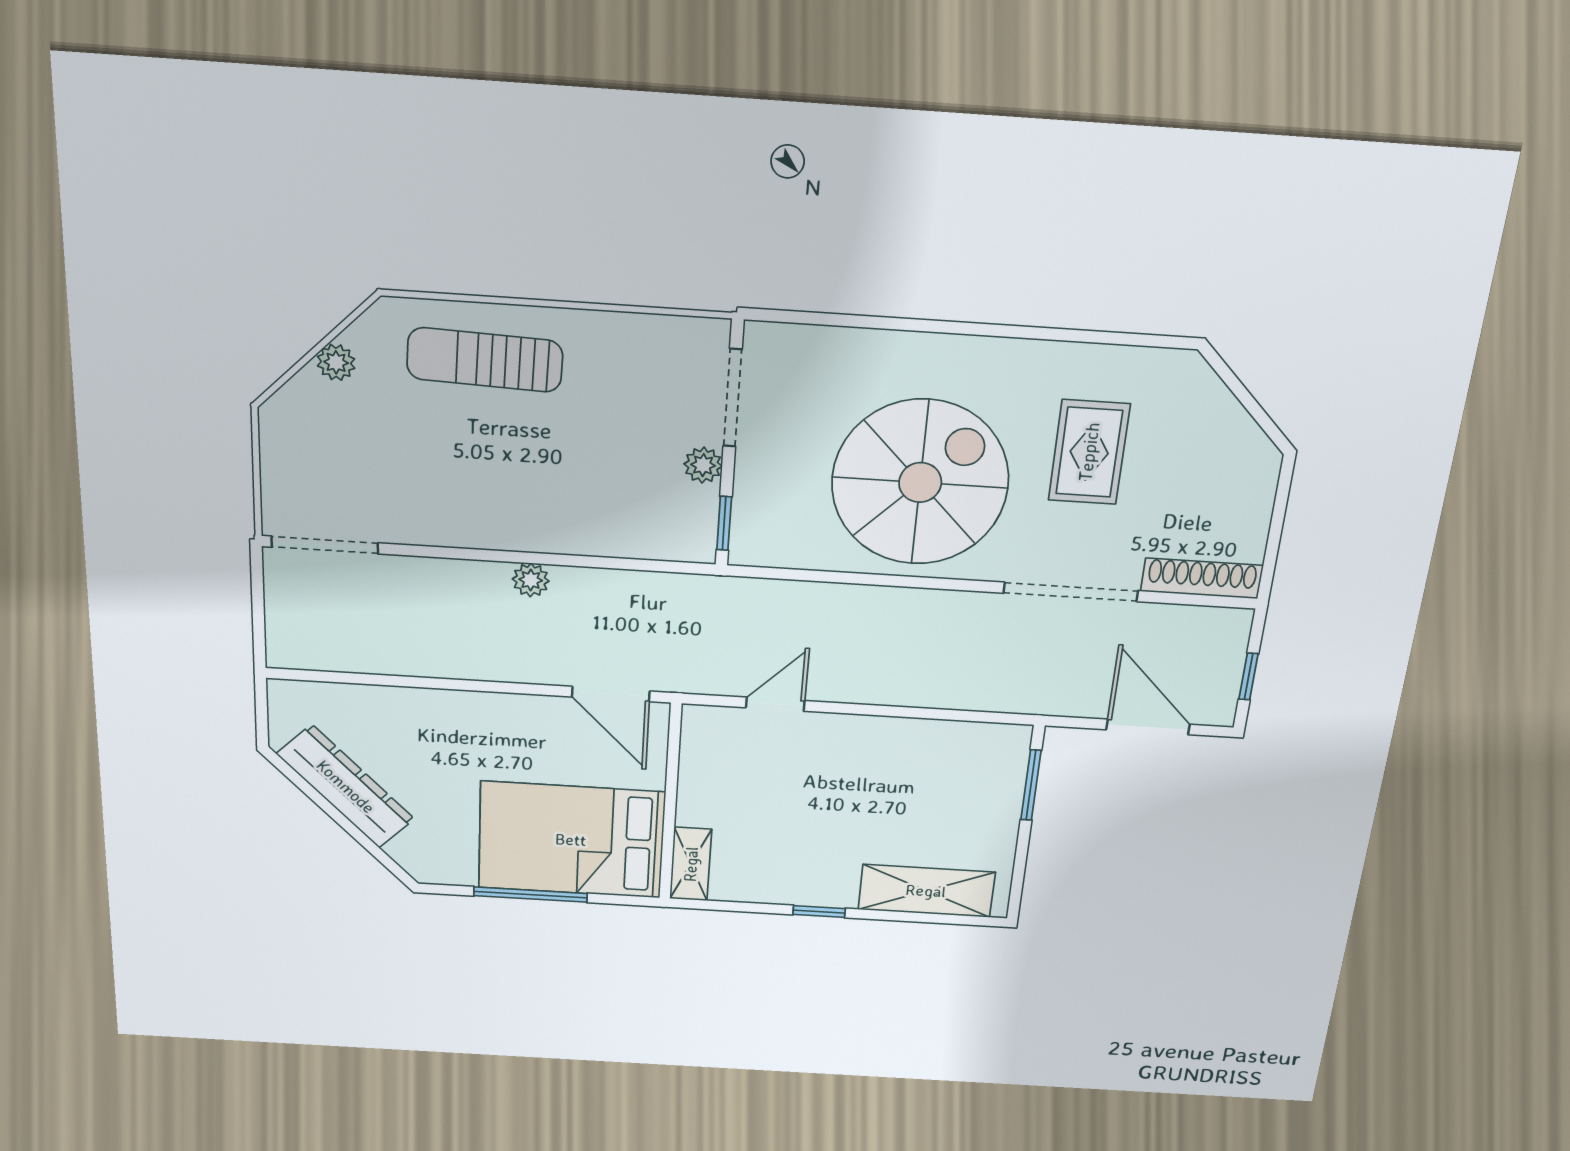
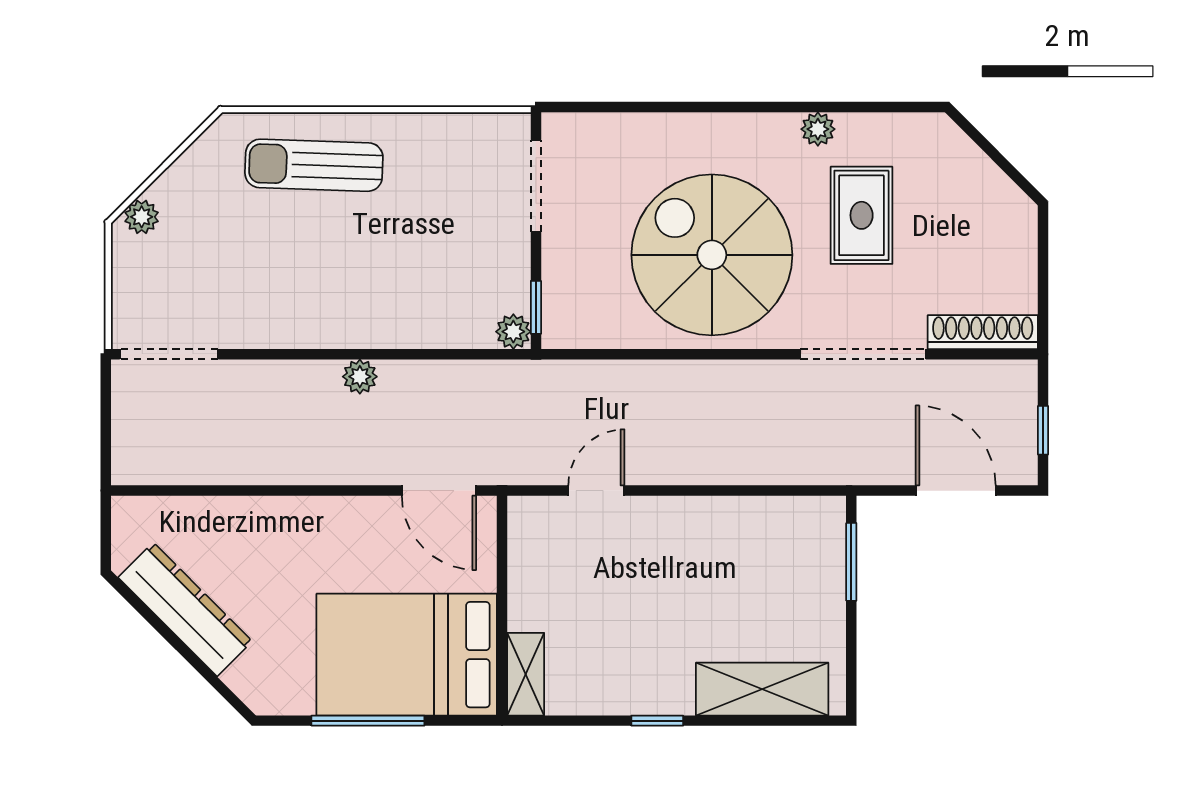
plant: (1053, 358) -> (818, 129), added
plant: (336, 362) -> (142, 217), moved
plant: (703, 465) -> (513, 332), moved
spiral stairs: (920, 482) -> (712, 255), turned -90

